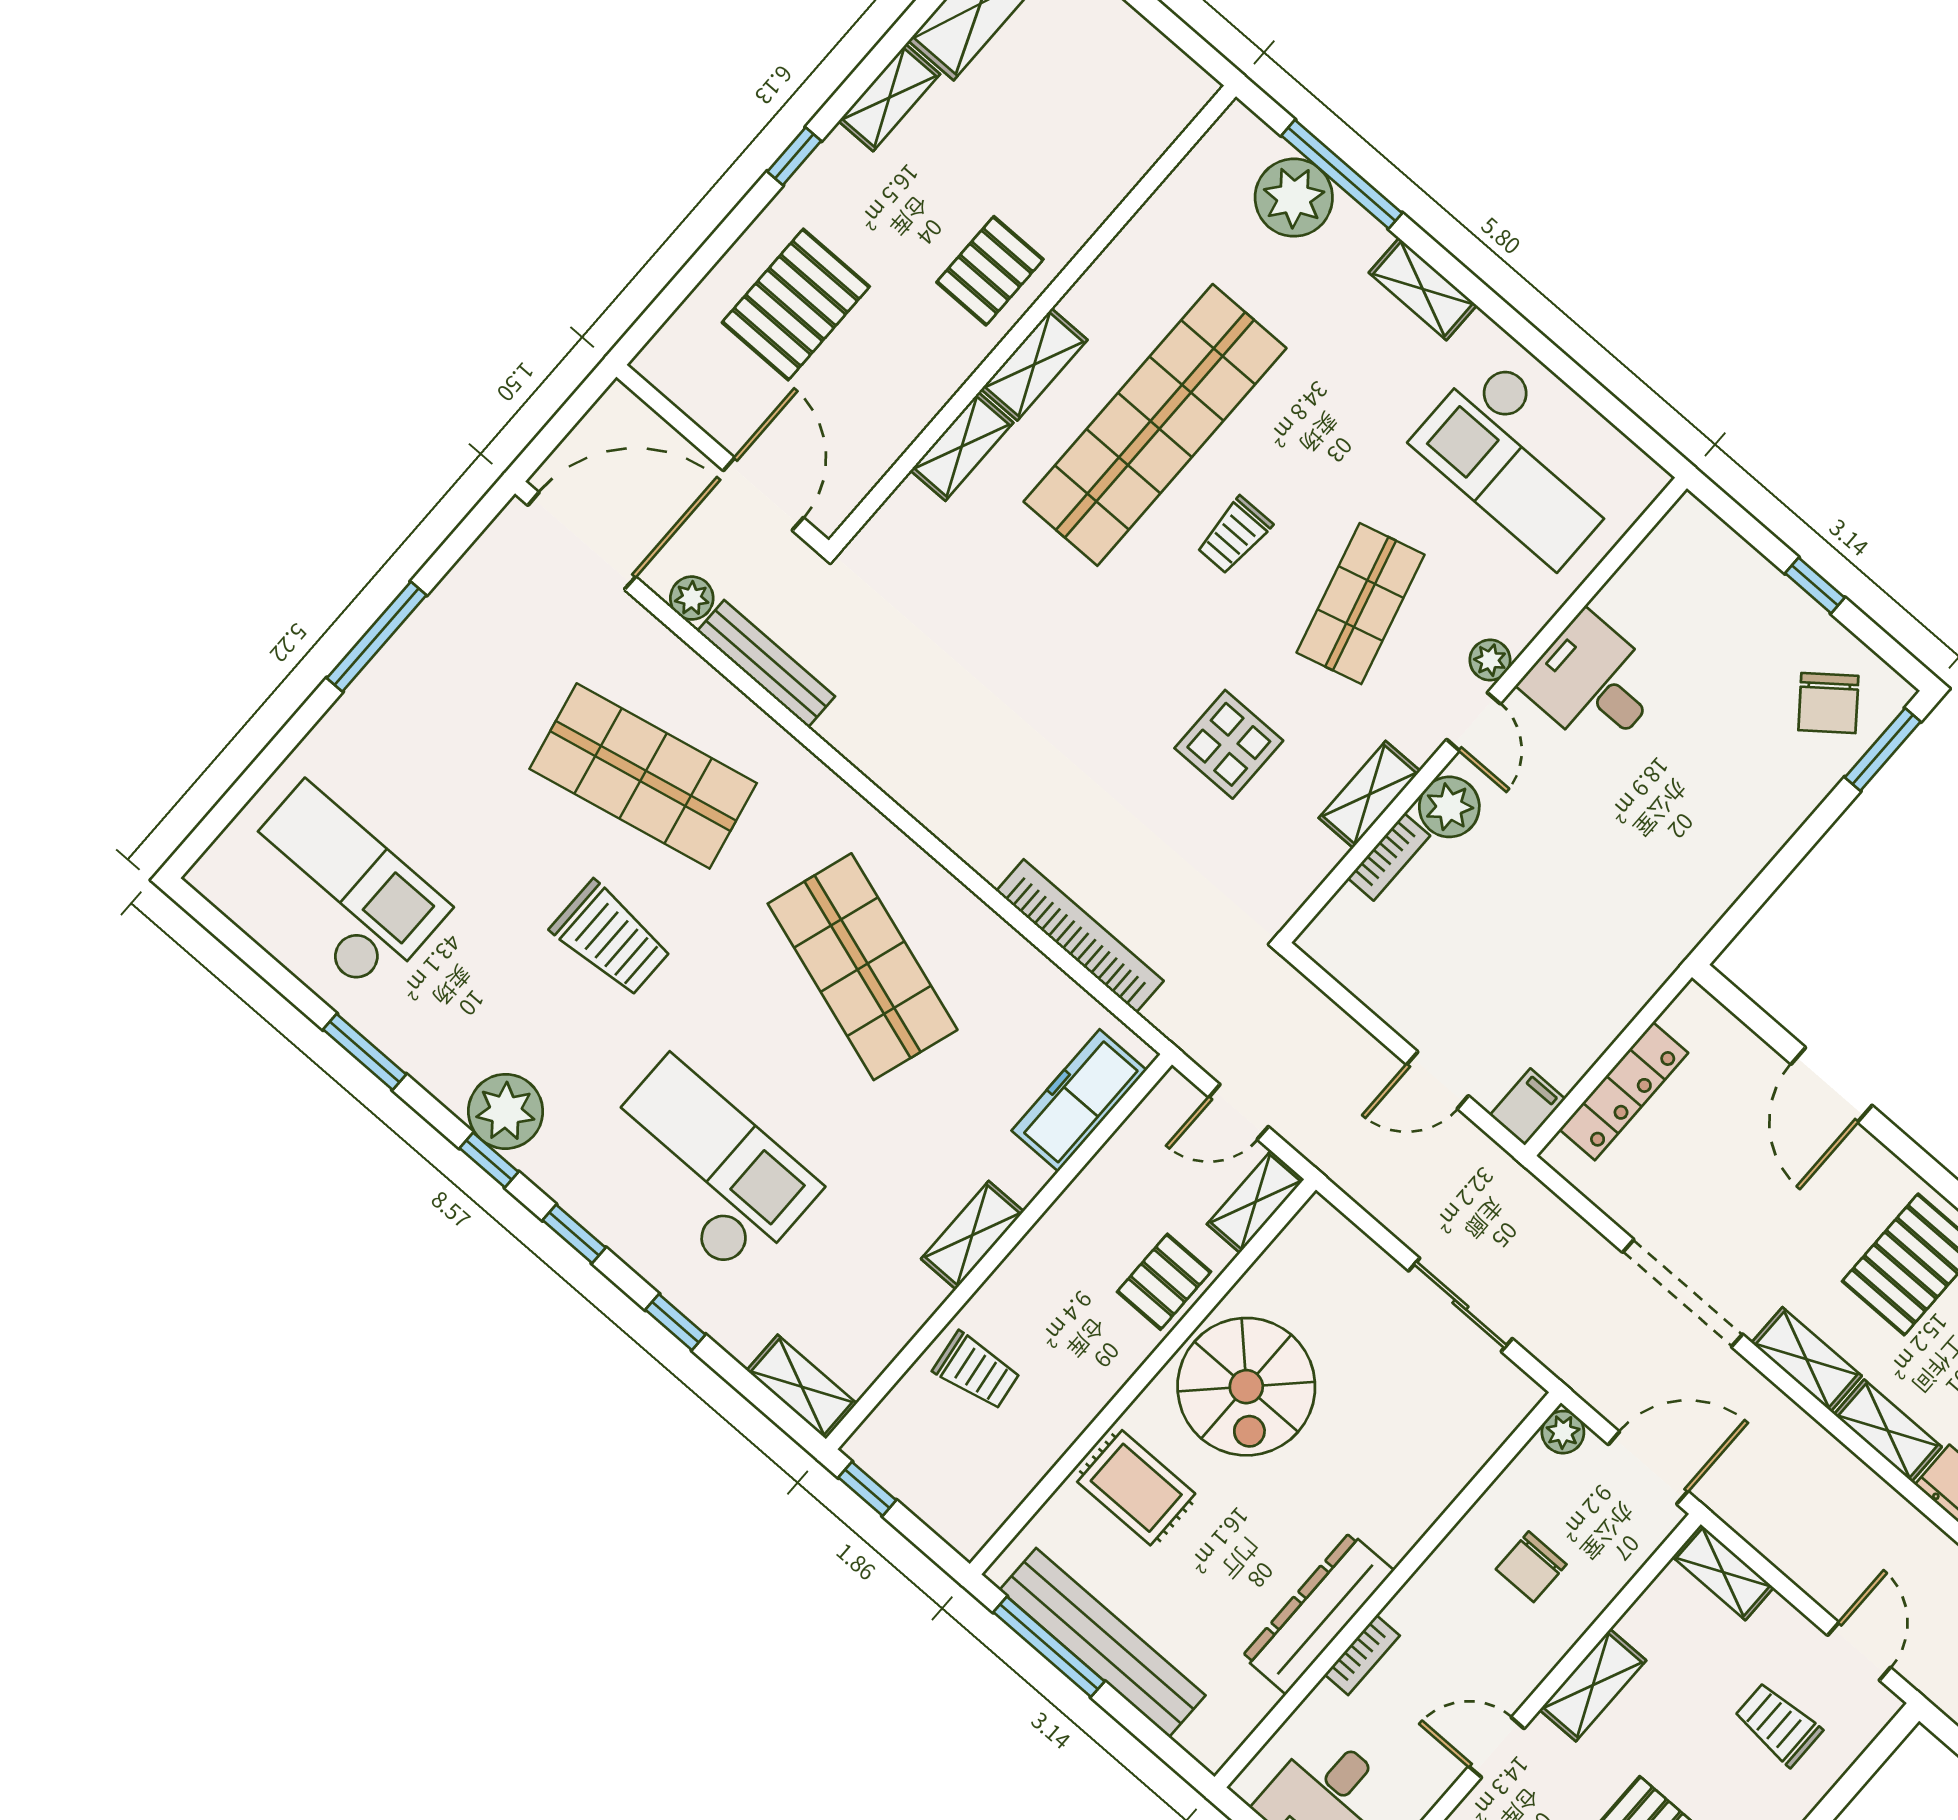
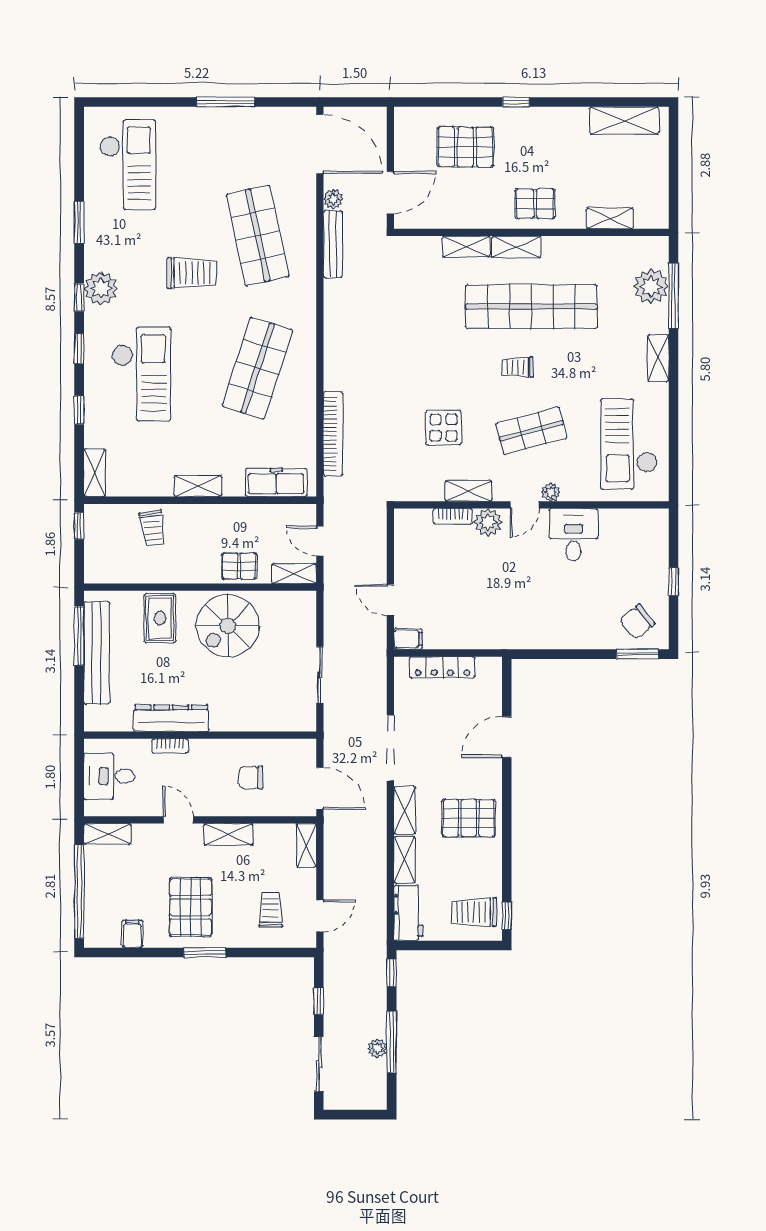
shelving: (889, 98) -> (610, 218), moved
trolley: (611, 939) -> (192, 273), turned -90
plant: (1563, 1432) -> (307, 748), removed

